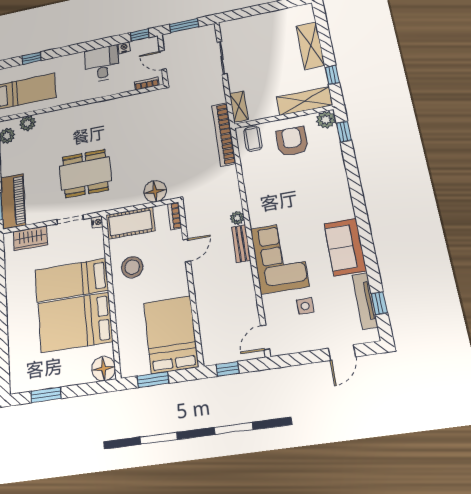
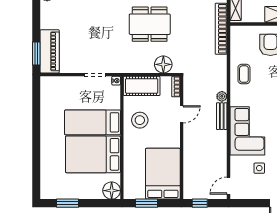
coffee table: (253, 139) -> (244, 74), moved
dining table: (85, 173) -> (150, 24), moved
wardrobe: (30, 238) -> (62, 84), removed

